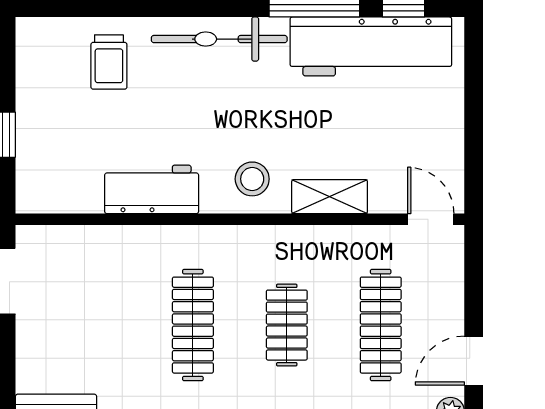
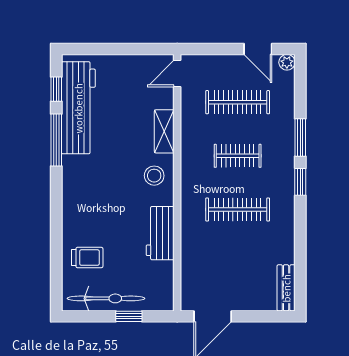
bicycle: (219, 39) -> (106, 298), moved, turned -90

